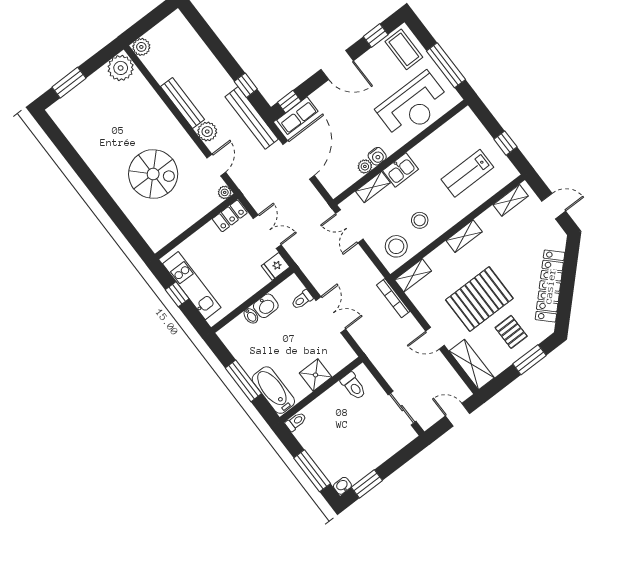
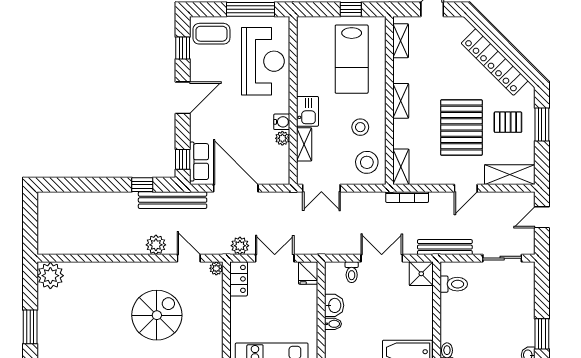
plant: (141, 47) -> (240, 246), moved
bench: (183, 103) -> (445, 247), moved
lab bench: (467, 173) -> (352, 59), width x1.36, depth x1.39
shower: (315, 375) -> (421, 274), moved

